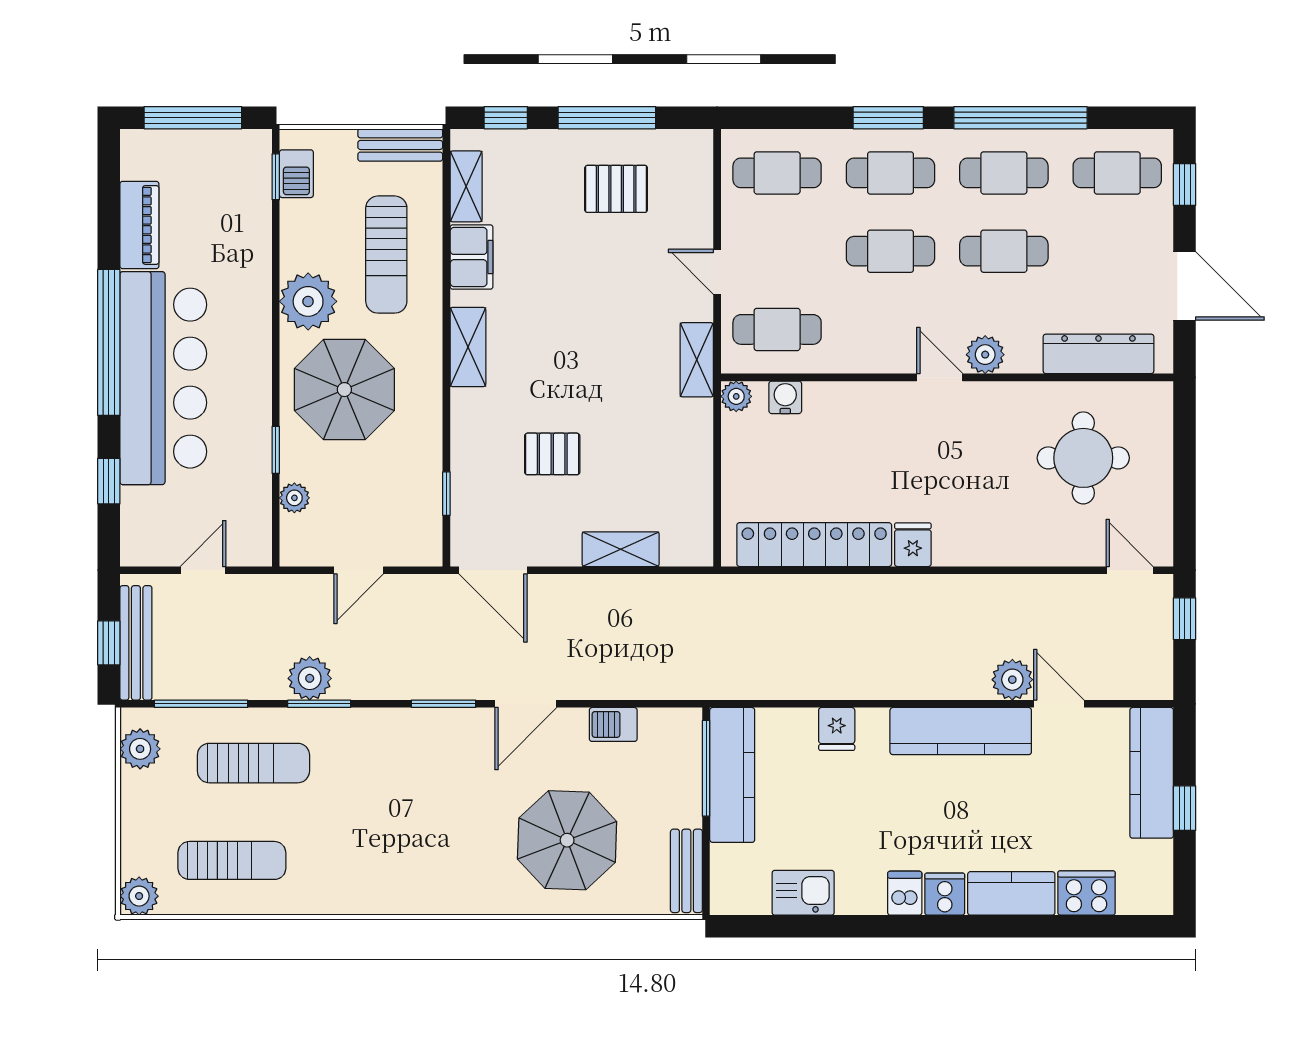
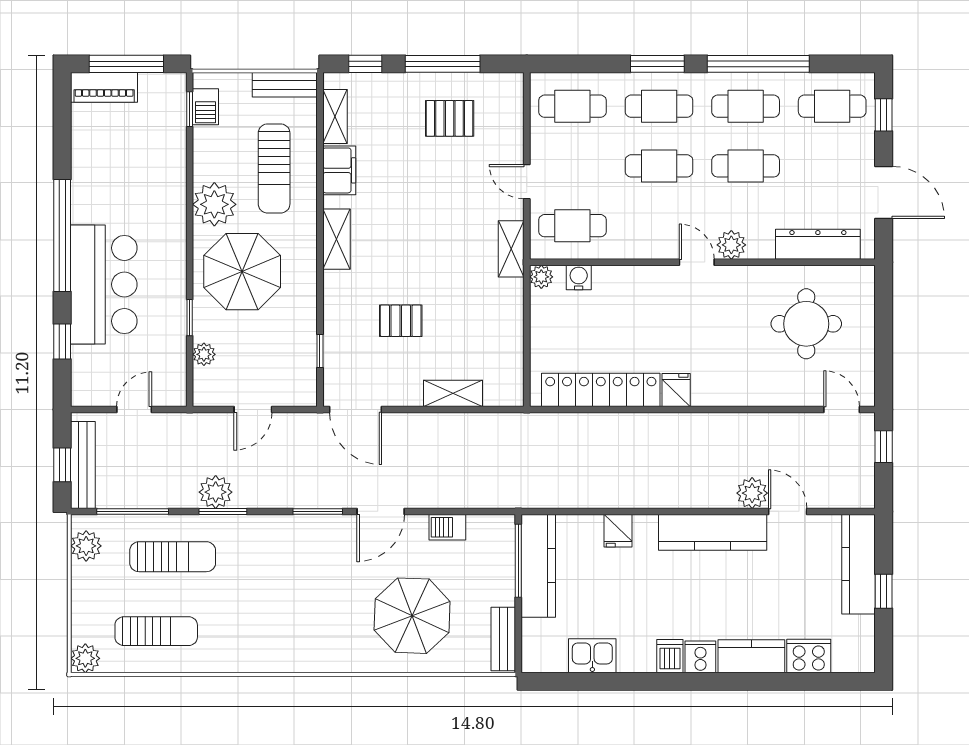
piano: (139, 225) -> (104, 87), moved, turned 90
bar counter: (163, 378) -> (104, 284), width x0.73

